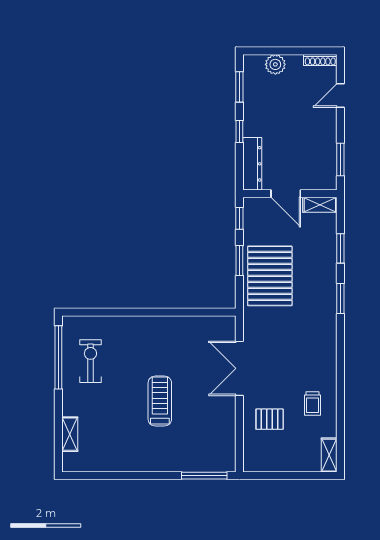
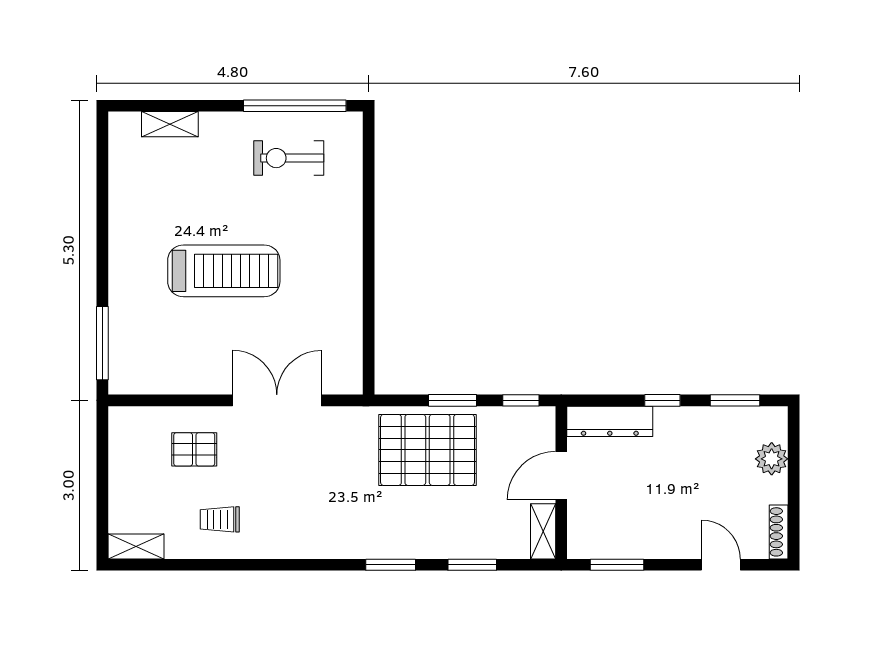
exercise bike: (90, 361) -> (289, 158), turned 180
treadmill: (160, 401) -> (224, 271), width x1.37, depth x1.38
pallet: (270, 419) -> (194, 449), turned 90

